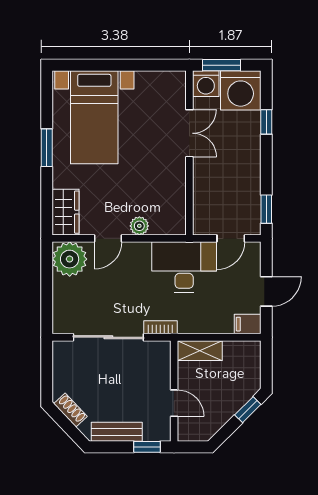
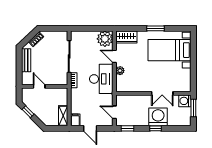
washing machine: (241, 90) -> (158, 117), moved, turned 90
window: (266, 122) -> (155, 128), moved
desk: (184, 267) -> (101, 79), moved
shelving: (200, 351) -> (63, 116), moved
door: (174, 403) -> (39, 86), swing flipped
window: (248, 410) -> (28, 112), moved
window: (147, 447) -> (19, 74), removed

